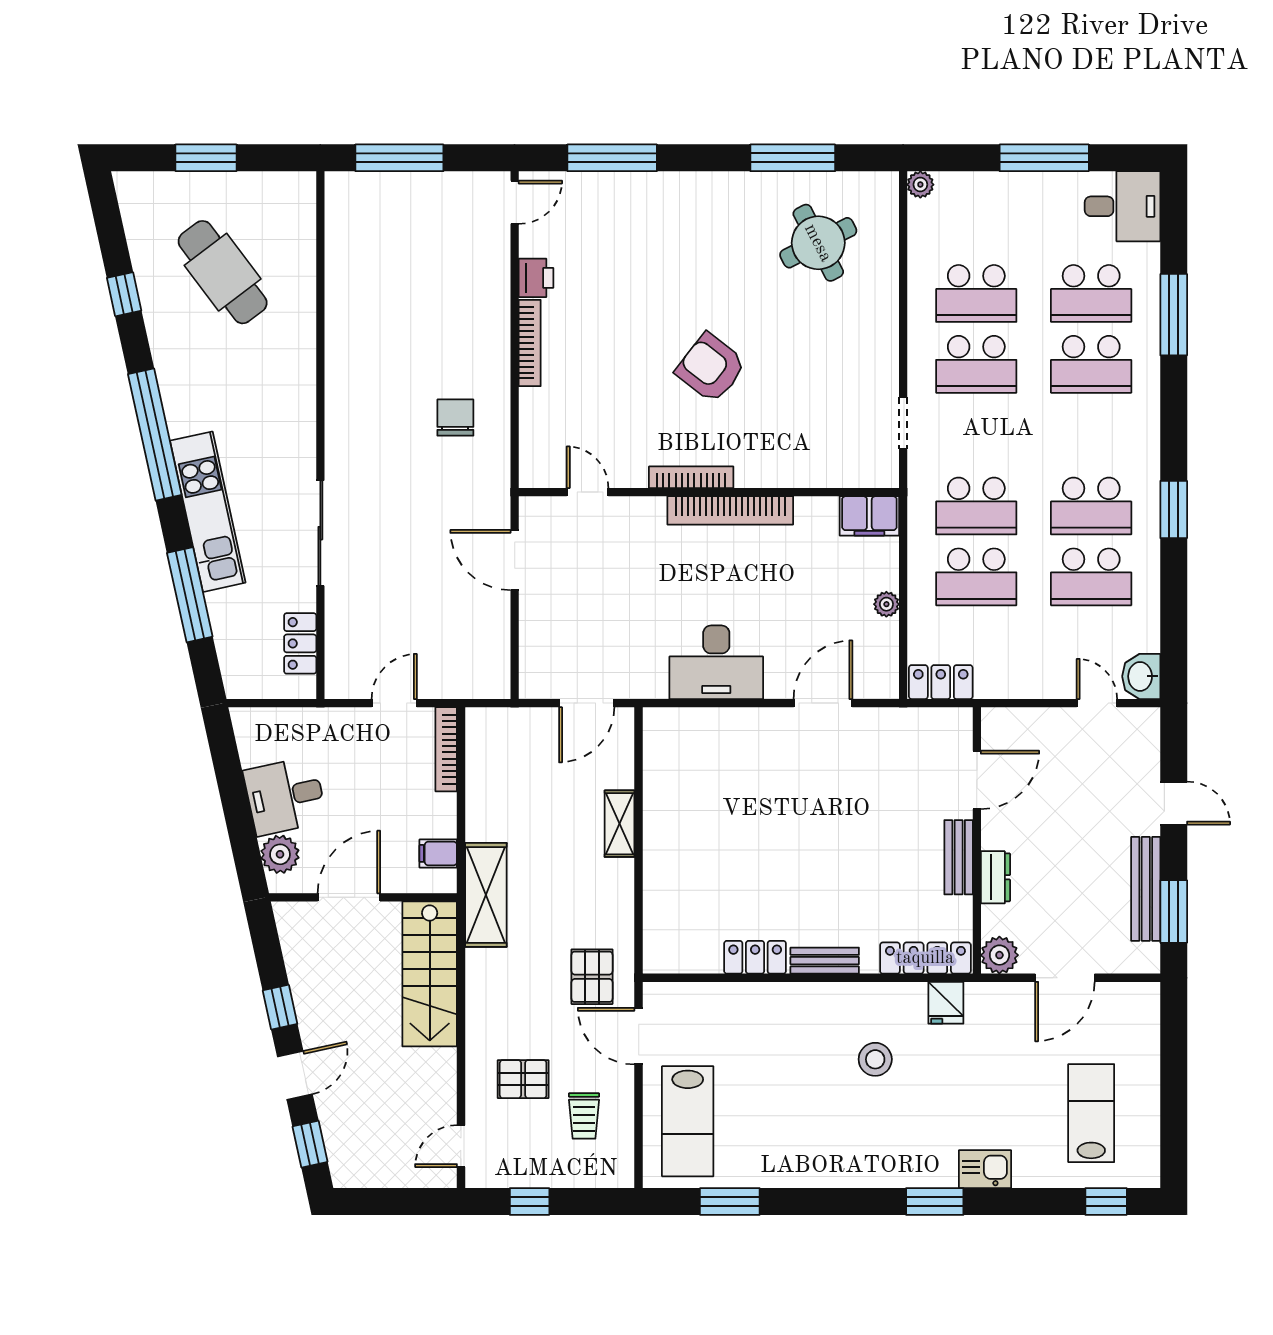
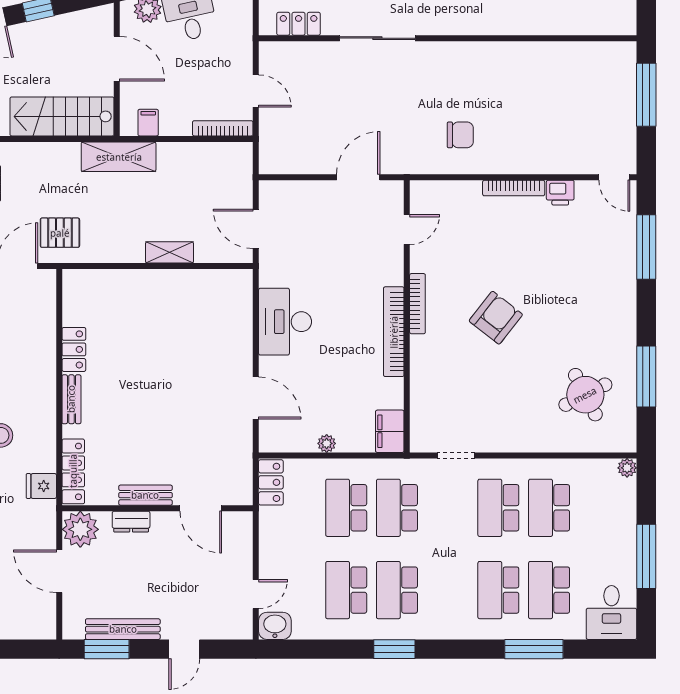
plant: (999, 955) -> (80, 529), width x1.36, depth x1.36

